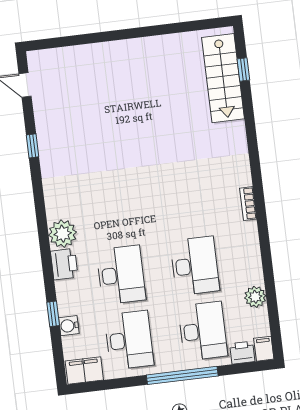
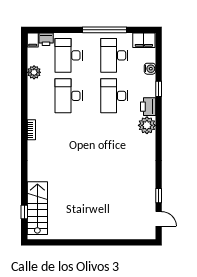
window: (32, 146) -> (159, 196), moved
window: (53, 314) -> (159, 89), moved
window: (182, 375) -> (104, 30), moved

